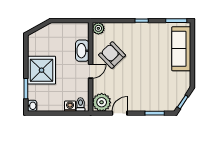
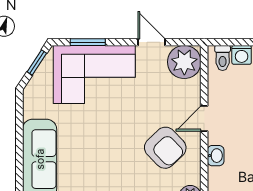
washbasin: (82, 51) -> (216, 156), width x0.52, depth x0.69
corner sofa: (151, 95) -> (94, 75), added
door: (120, 113) -> (152, 42), swing flipped

